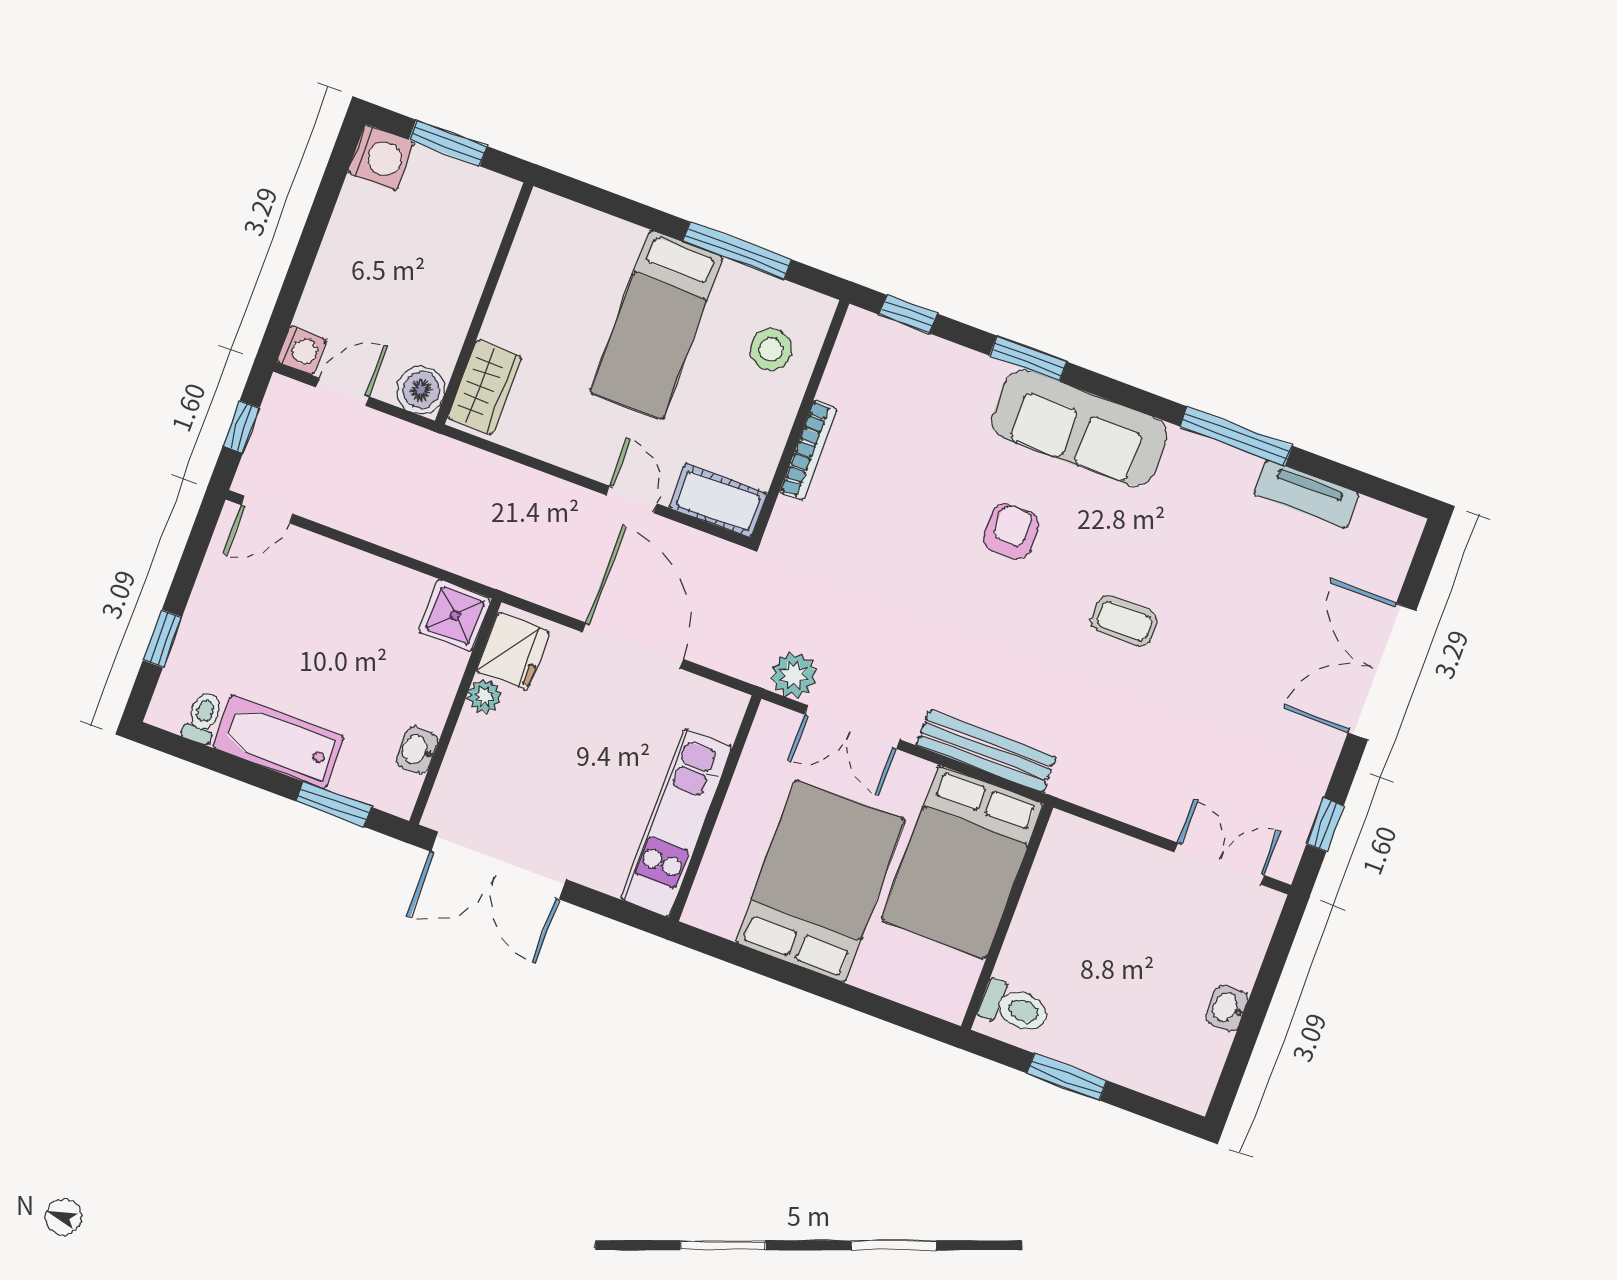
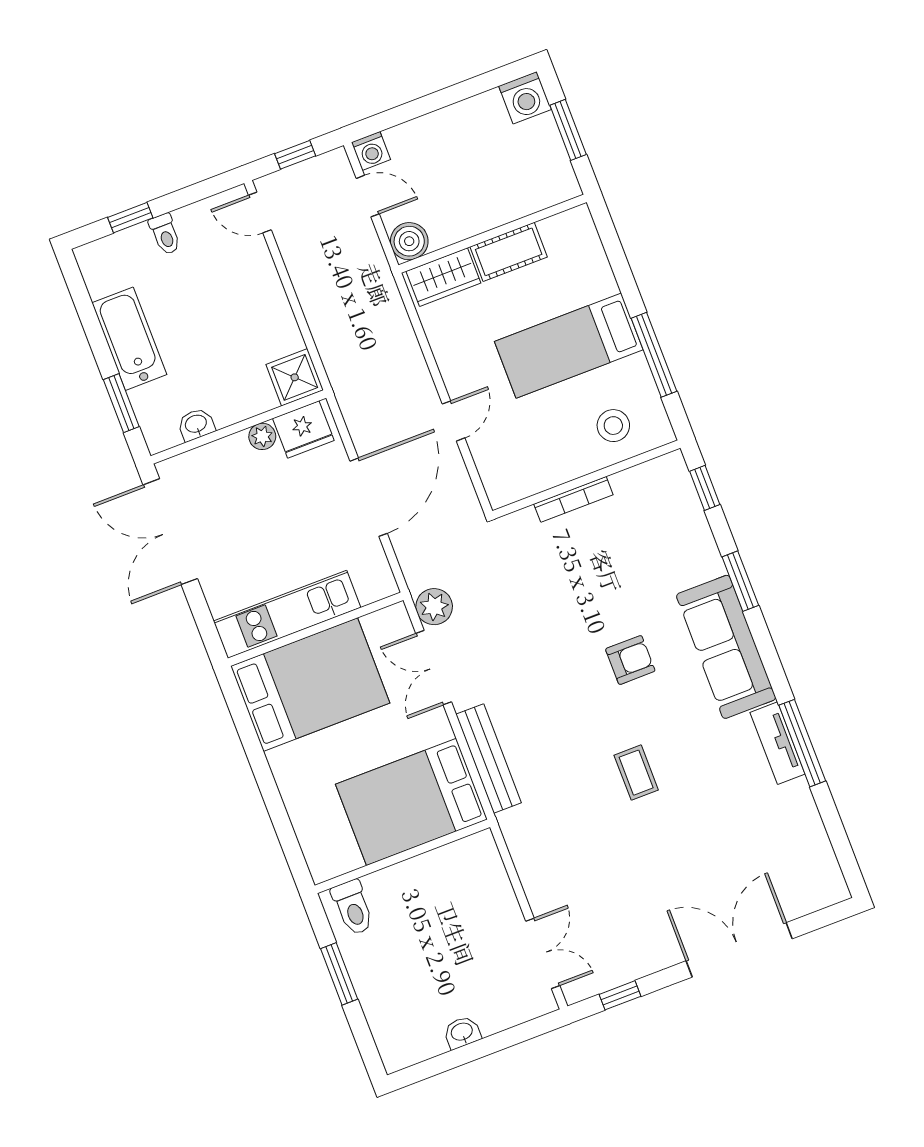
tv unit: (1306, 494) -> (778, 743), moved
cot: (718, 501) -> (509, 252), moved, turned 90
toilet: (203, 718) -> (165, 234), moved, turned 90
bed: (820, 881) -> (310, 685), moved

